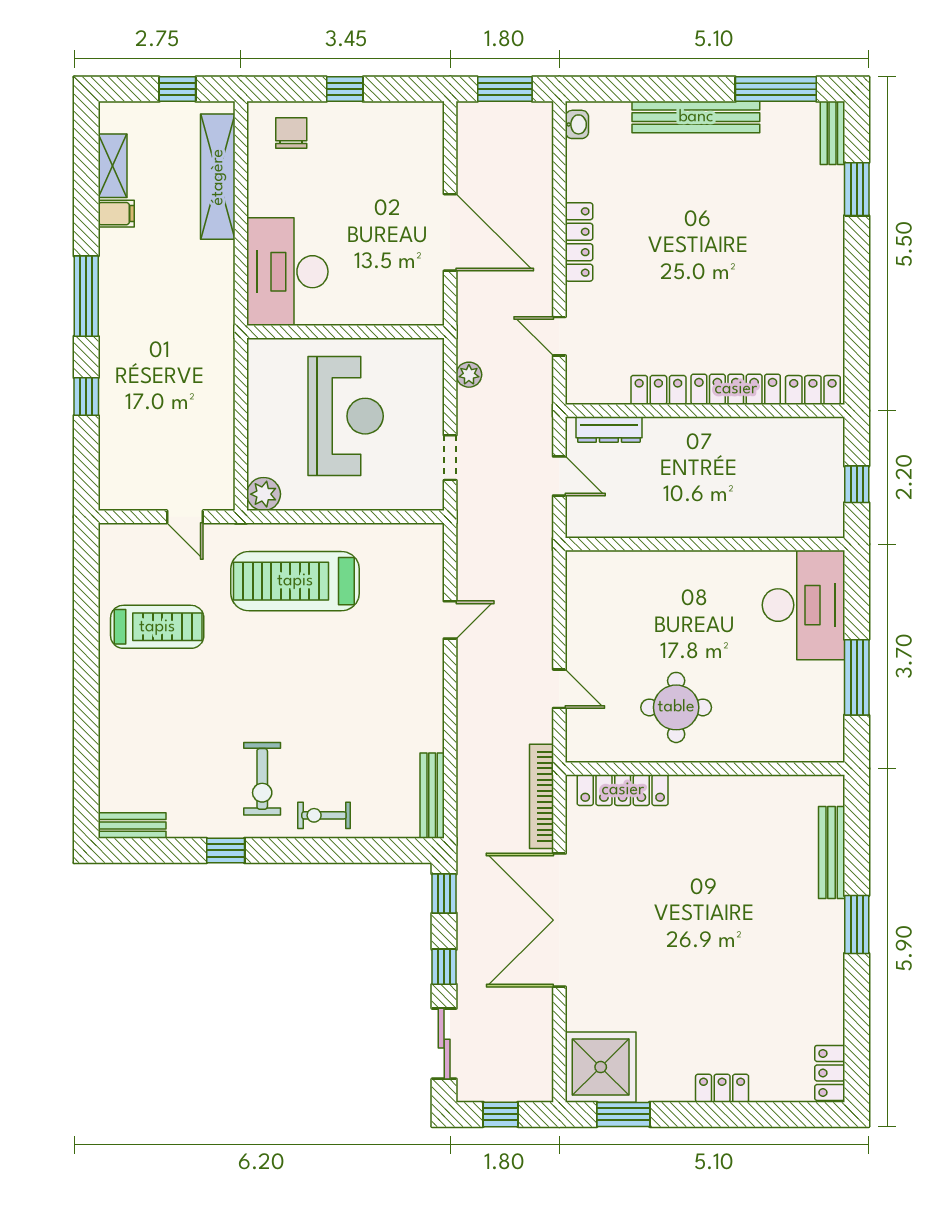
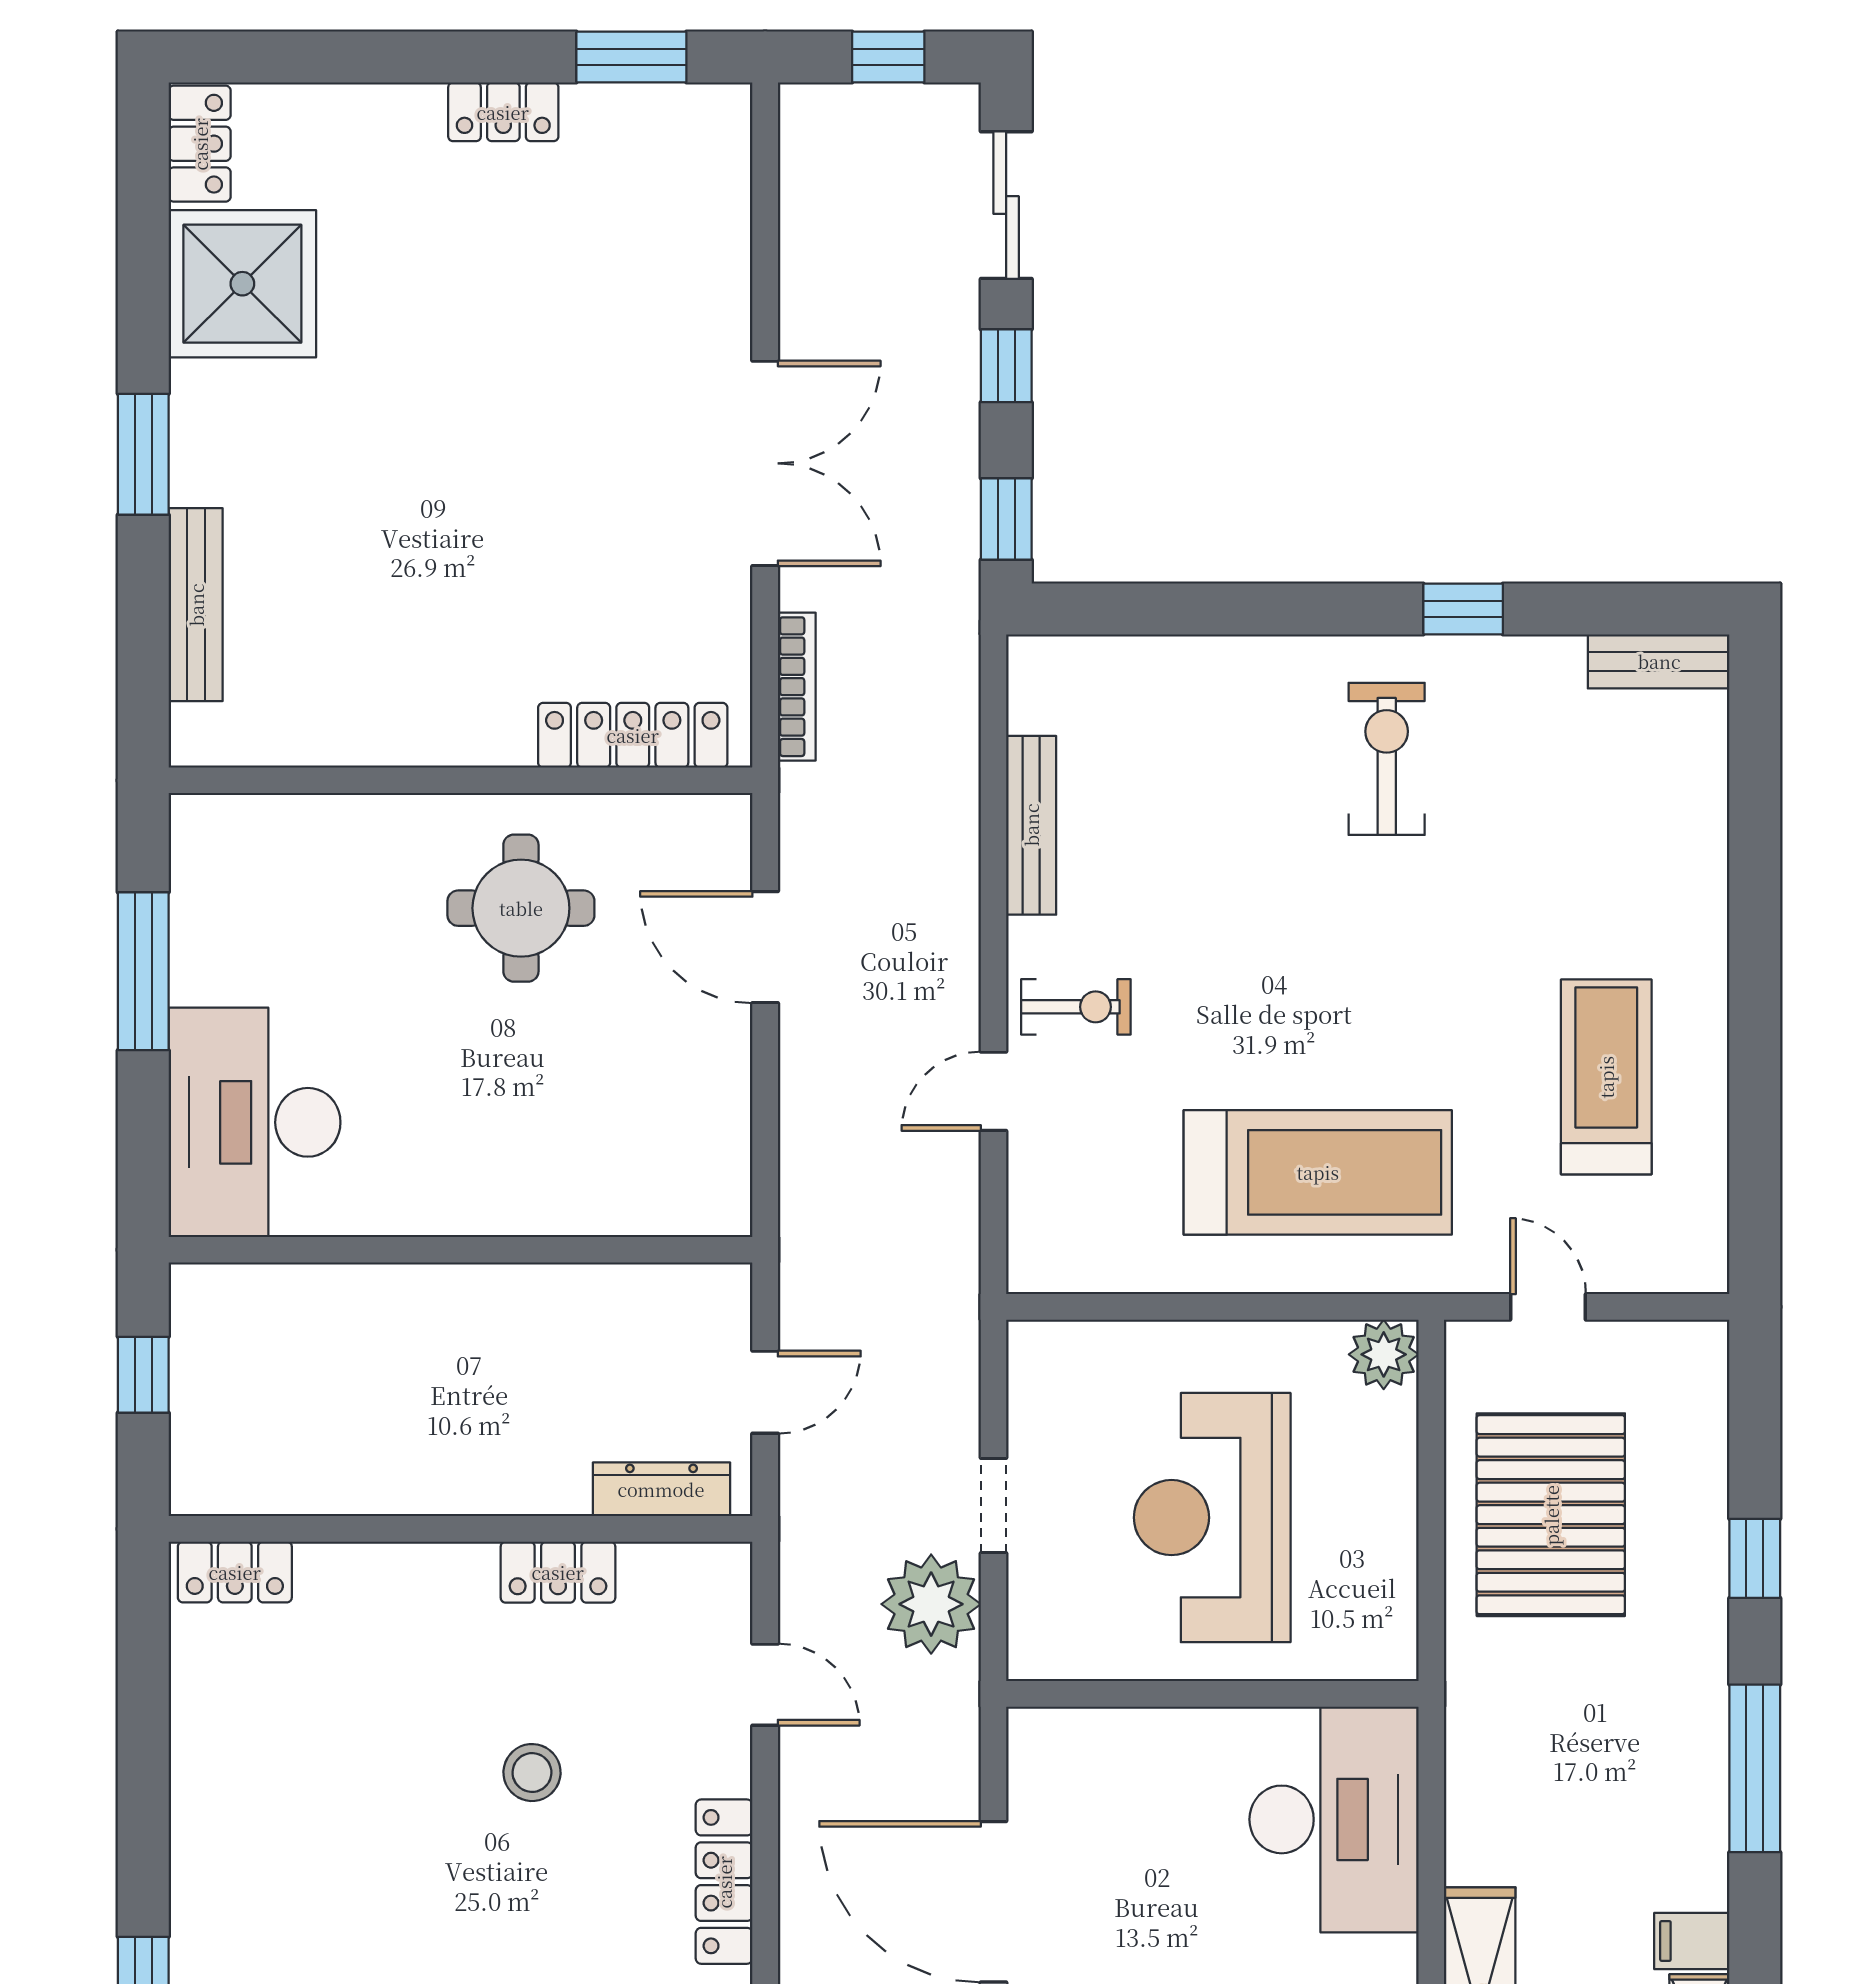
stool: (671, 294) -> (532, 1773), added
plant: (469, 375) -> (931, 1604), width x1.88, depth x1.88
locker: (736, 389) -> (396, 1573), removed
pallet: (184, 417) -> (1551, 1515), added
doorway: (450, 458) -> (993, 1505), moved
door: (559, 476) -> (765, 1392), swing flipped
treadmill: (157, 627) -> (1606, 1077), turned 90
door: (559, 689) -> (765, 947), width x1.38
bench: (432, 796) -> (1031, 825), moved
bookcase: (541, 796) -> (797, 687), width x0.68, depth x0.76
exercise bike: (324, 815) -> (1076, 1007), moved
double door: (559, 920) -> (765, 463), width x0.73
shower: (601, 1067) -> (242, 284), moved
locker: (722, 1088) -> (503, 112), moved

